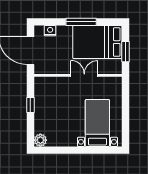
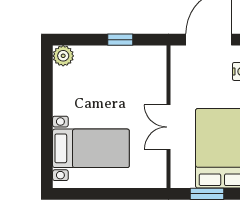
double door: (84, 75) -> (168, 127), swing flipped

